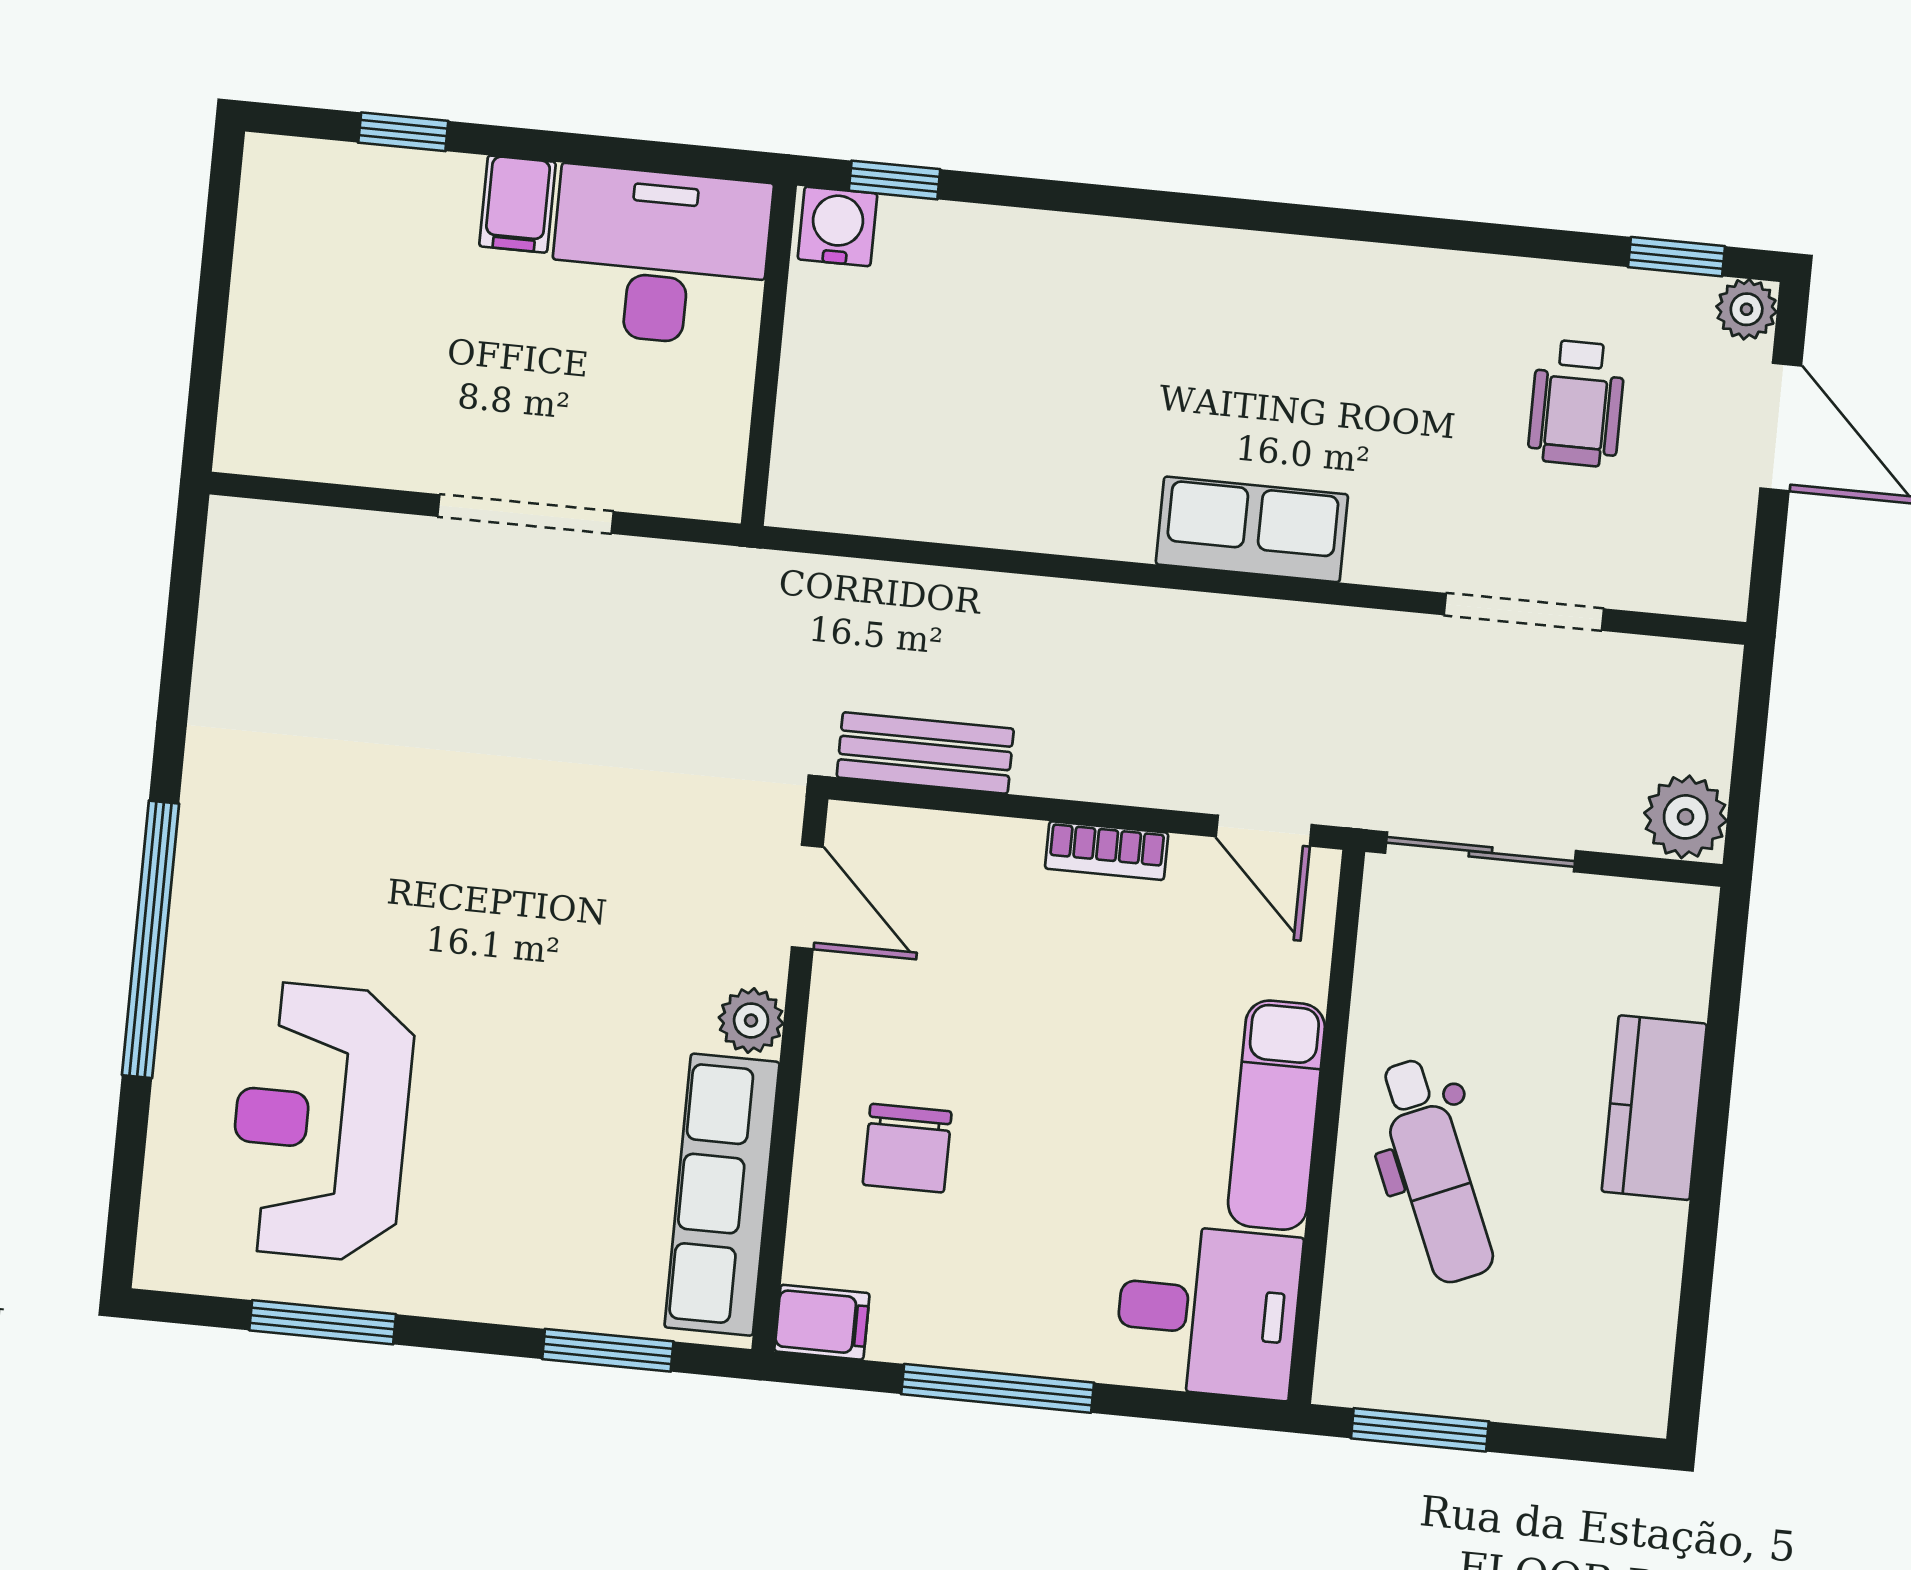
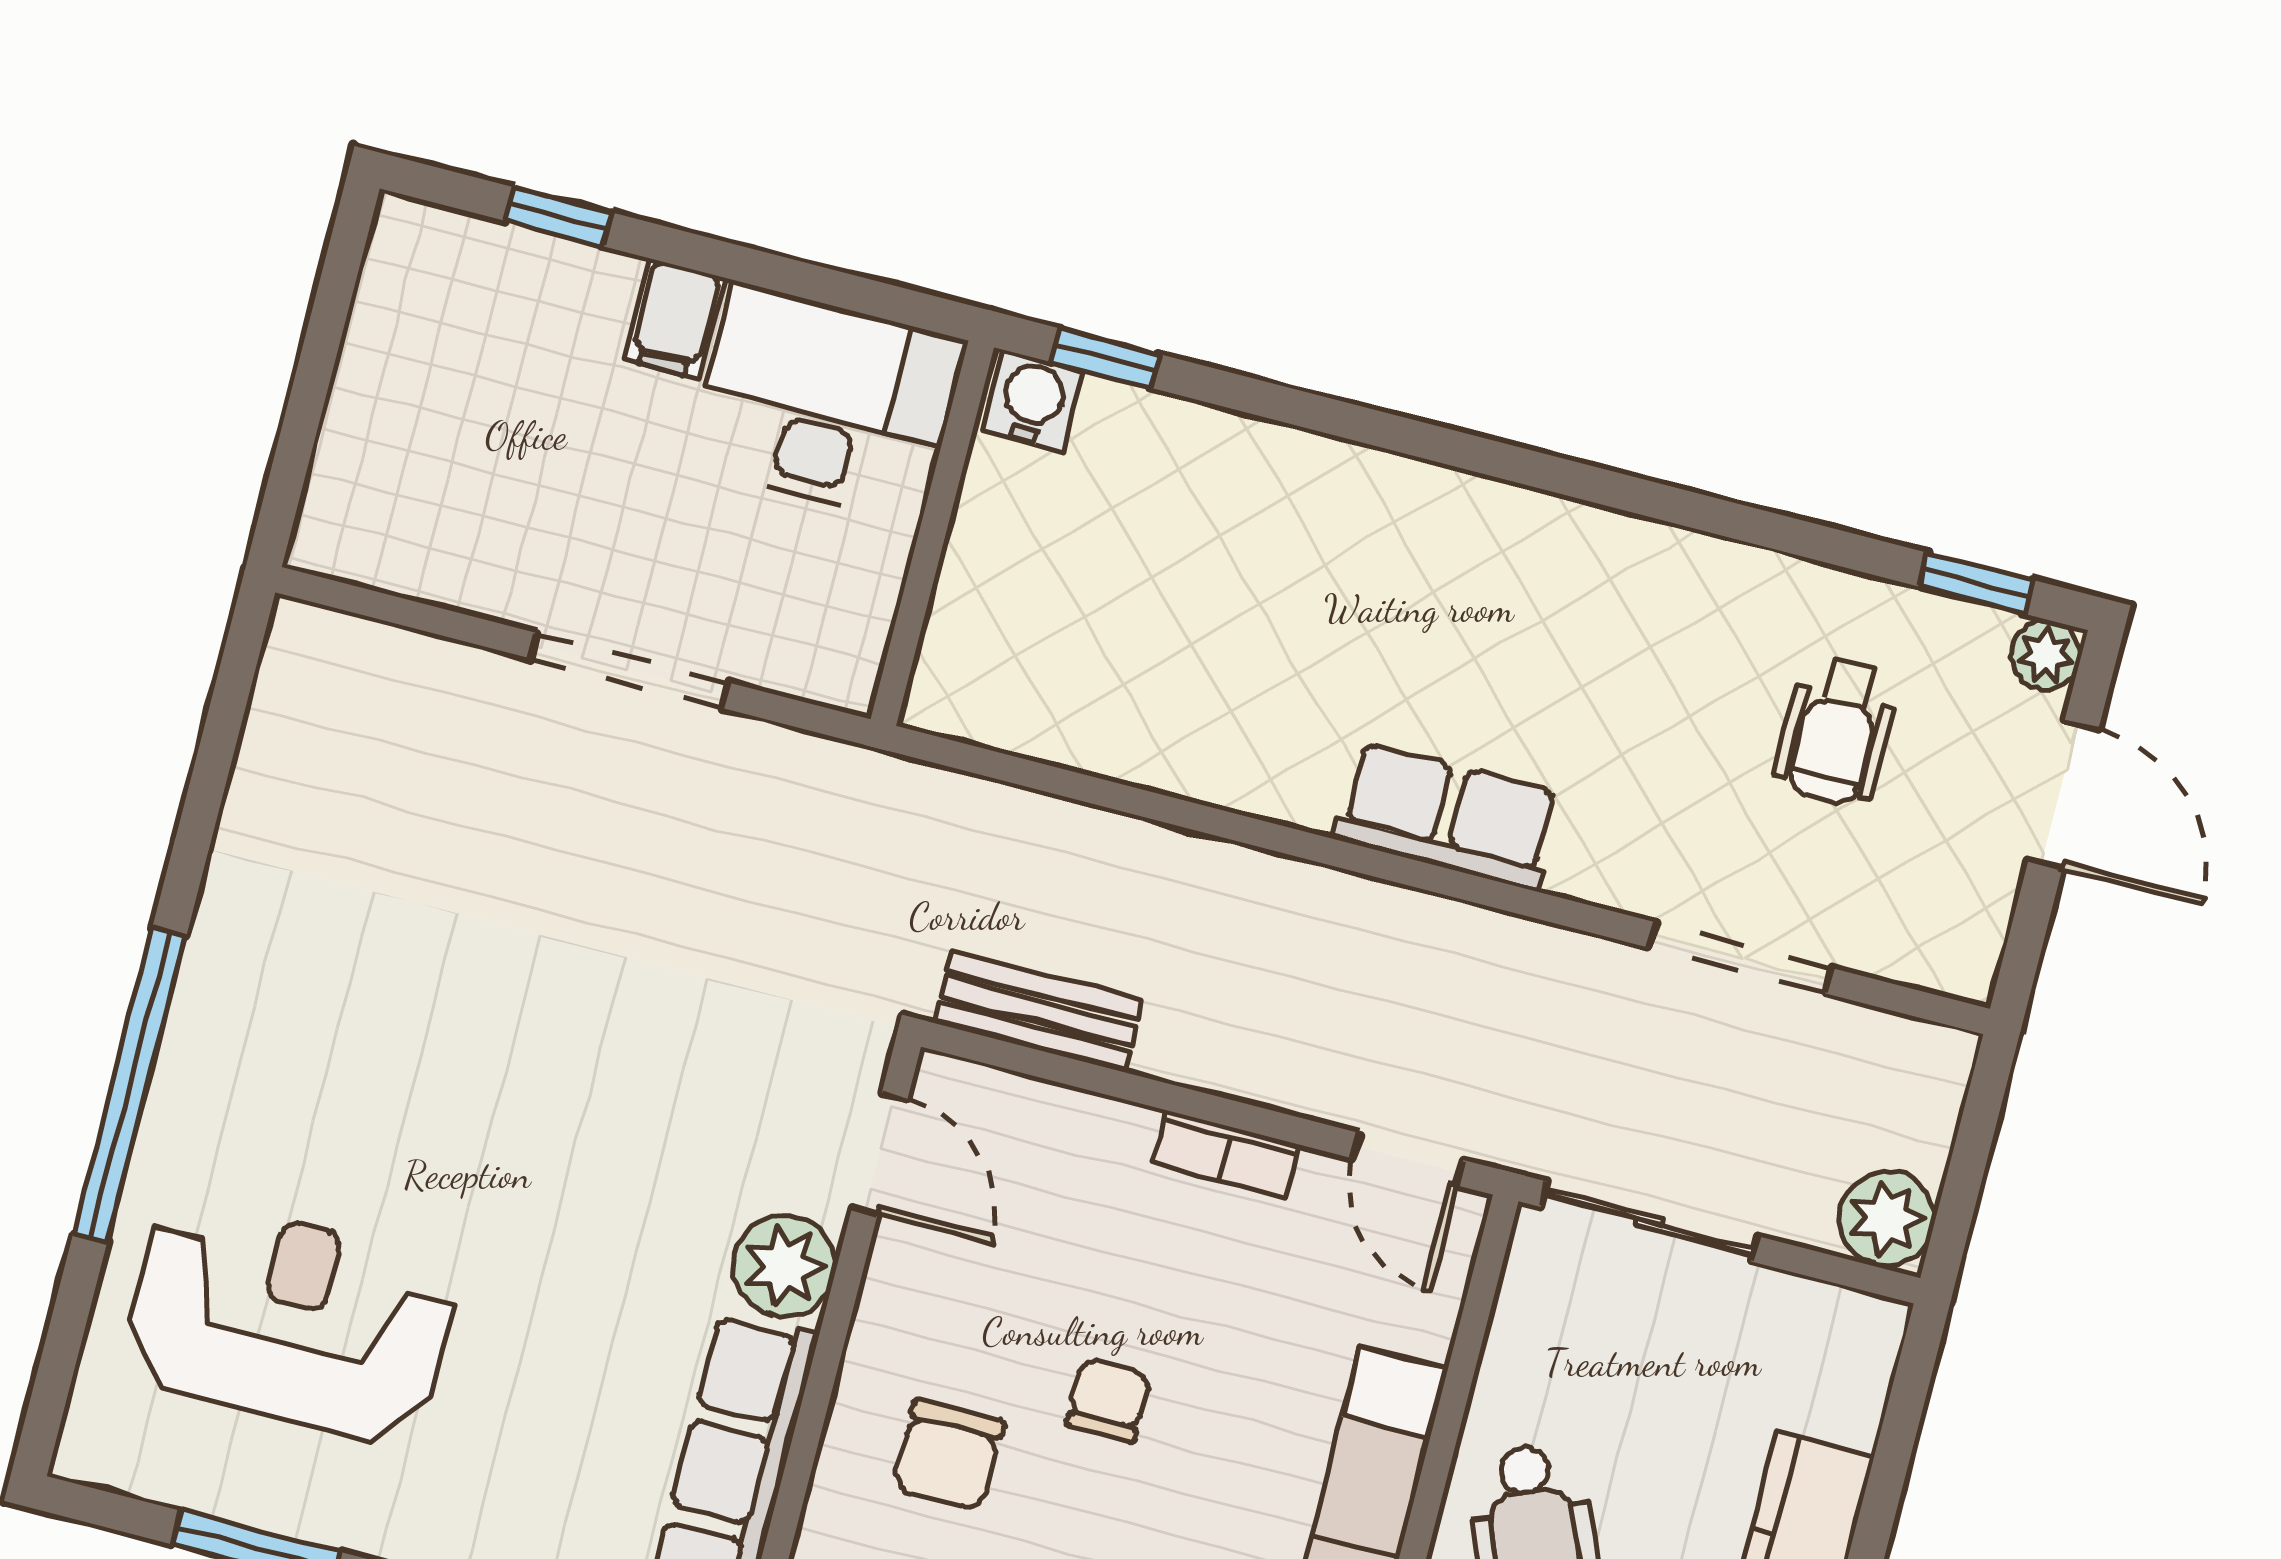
plant: (751, 1020) -> (784, 1266), width x1.38, depth x1.38
chair: (1038, 1079) -> (1108, 1400), added
reception desk: (321, 1122) -> (290, 1321), turned 90

